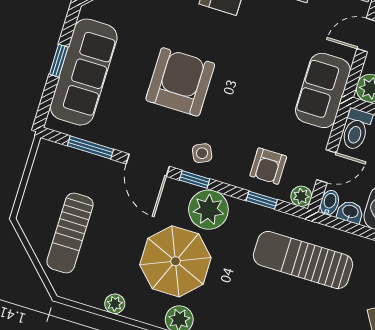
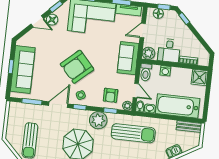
armchair: (180, 82) -> (77, 67), moved, turned -132
door: (148, 165) -> (58, 105), swing flipped
door: (326, 166) -> (136, 91), hinge flipped
plant: (208, 210) -> (98, 120), moved
sun lounger: (303, 260) -> (133, 133), turned 180

